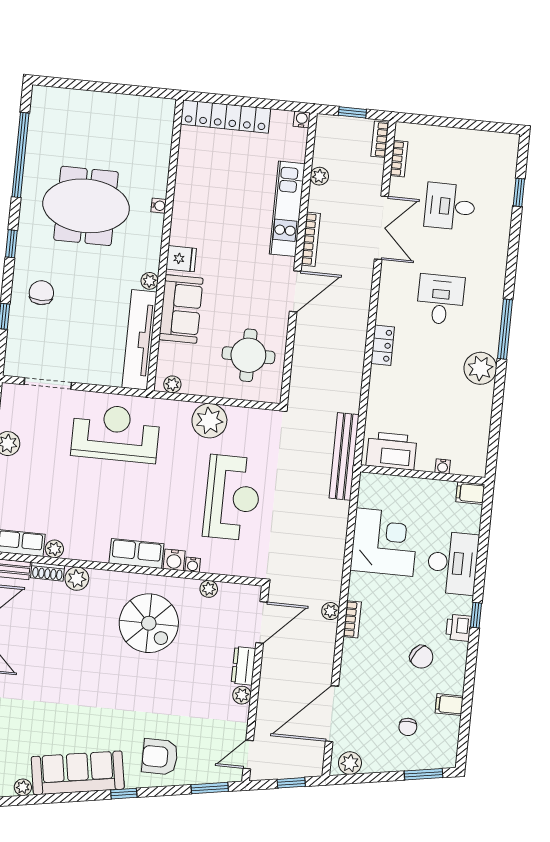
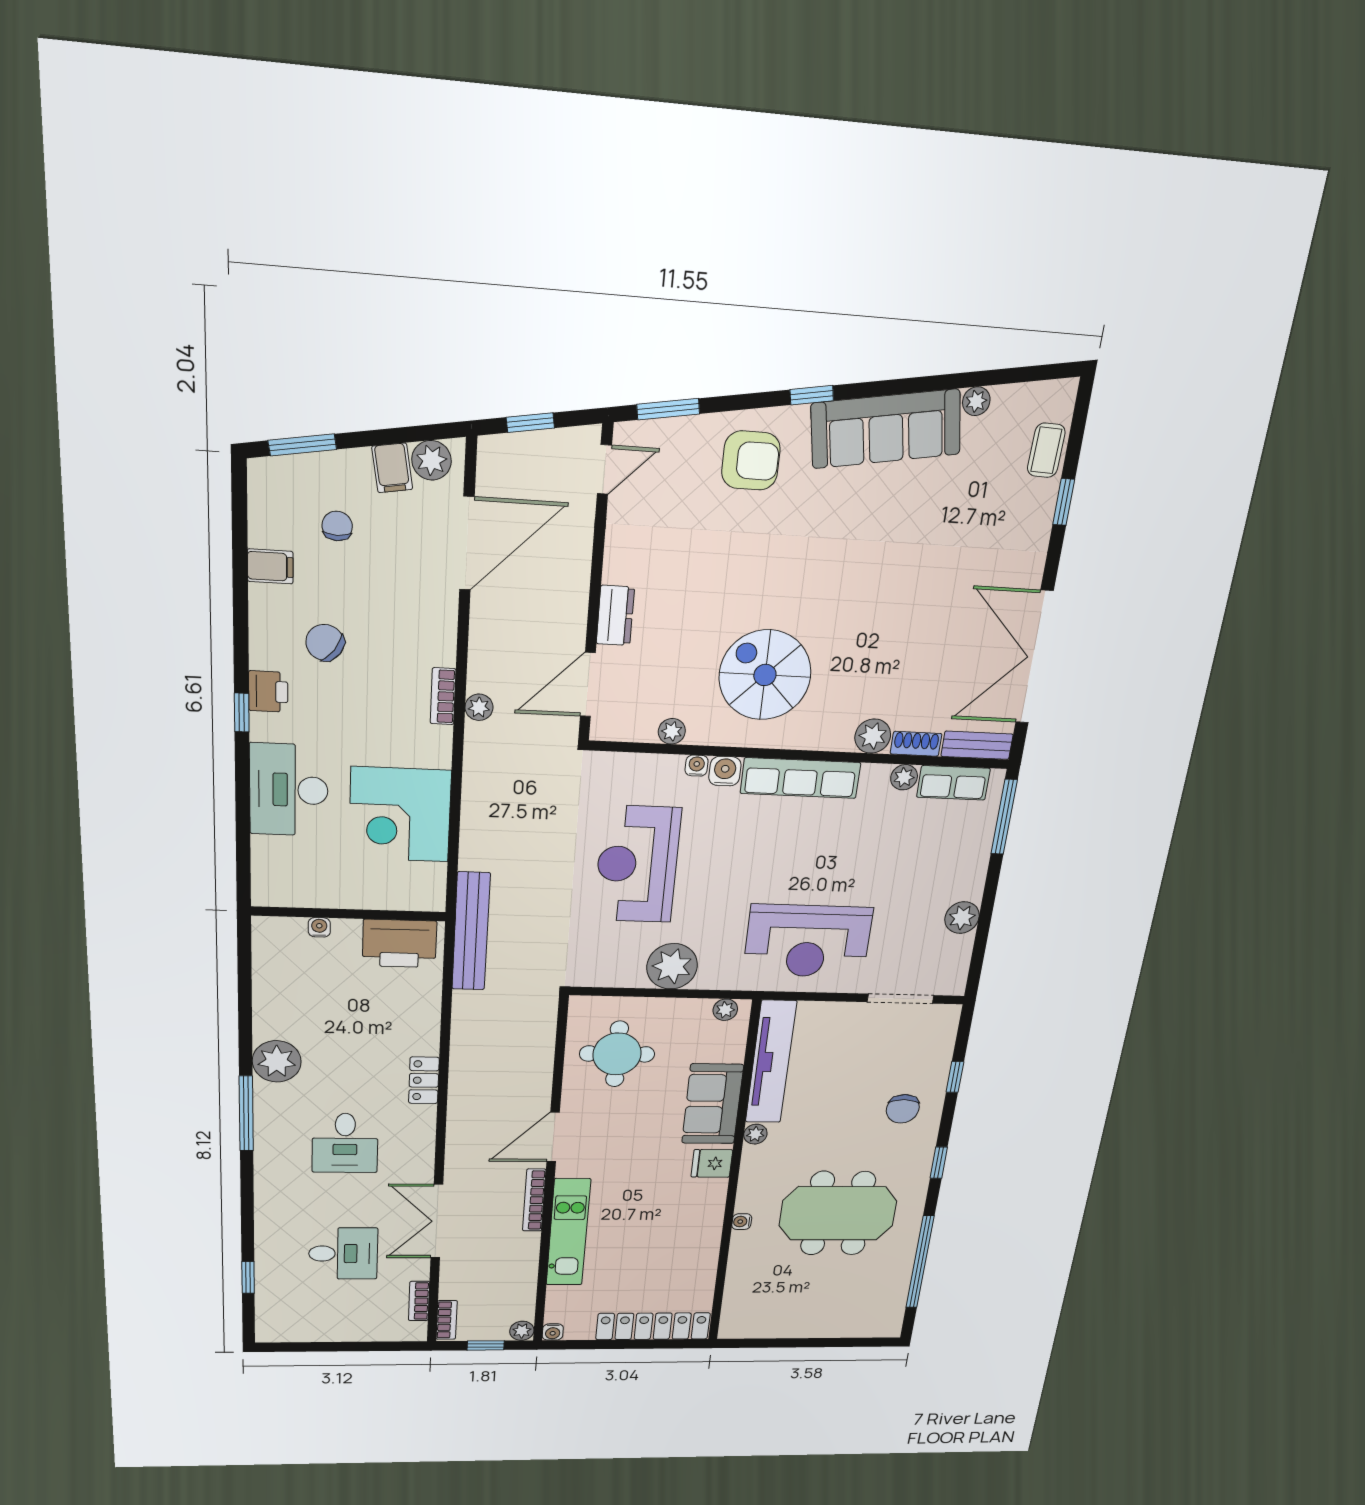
plant: (319, 176) -> (522, 1331), moved
filing cabinet: (470, 493) -> (392, 468), moved, turned 81
row of seats: (136, 554) -> (801, 778), width x1.48
plant: (242, 695) -> (617, 568), removed

